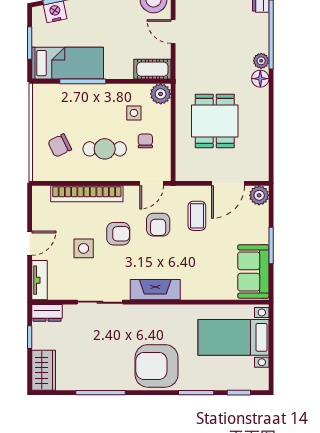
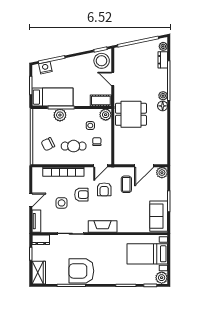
plant: (81, 95) -> (60, 115), added
dining table: (215, 121) -> (131, 114), moved, turned 90
armchair: (157, 366) -> (81, 271), moved
plant: (259, 379) -> (162, 278), added

